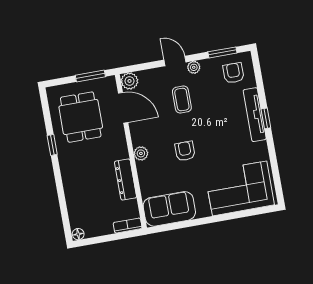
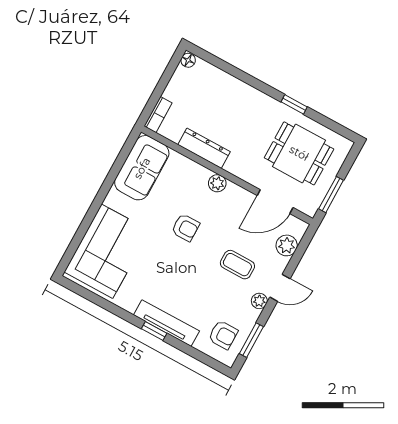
plant: (129, 81) -> (287, 245), moved

